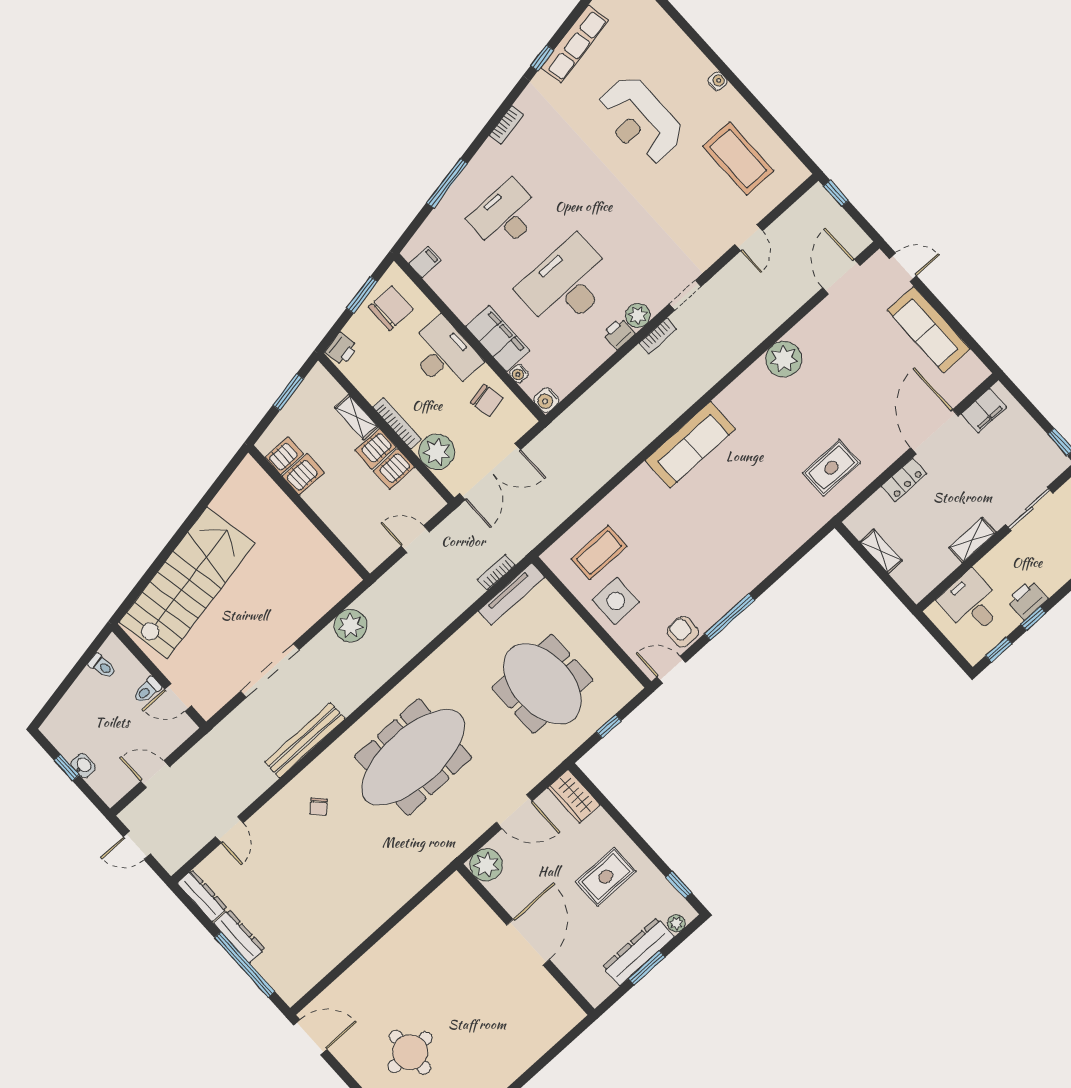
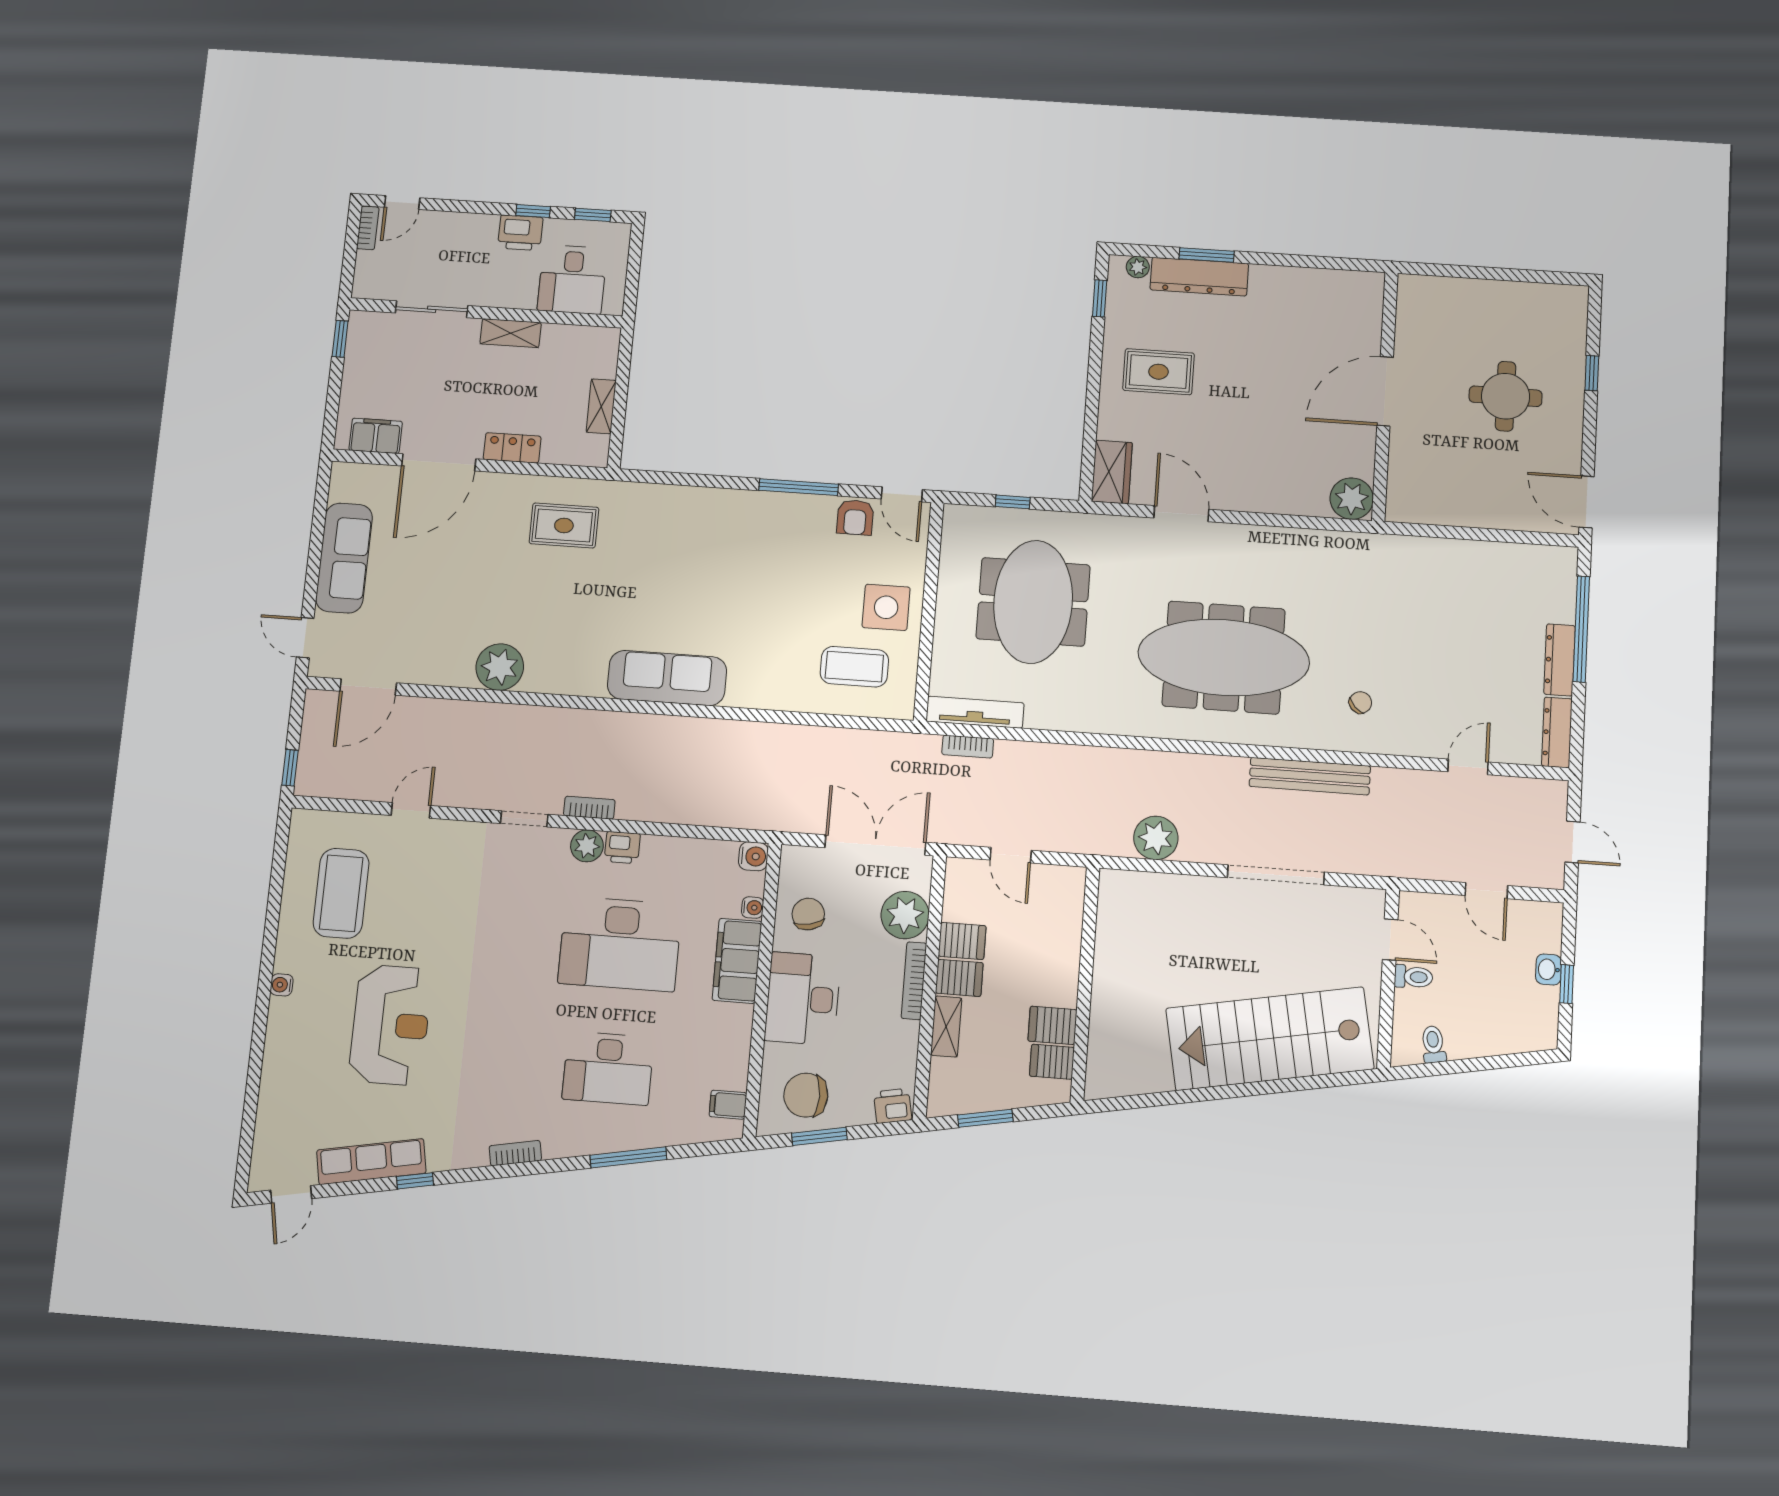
plant: (486, 865) -> (1352, 499), moved
wall: (525, 939) -> (1385, 396), moved
door: (528, 942) -> (1385, 391), moved

